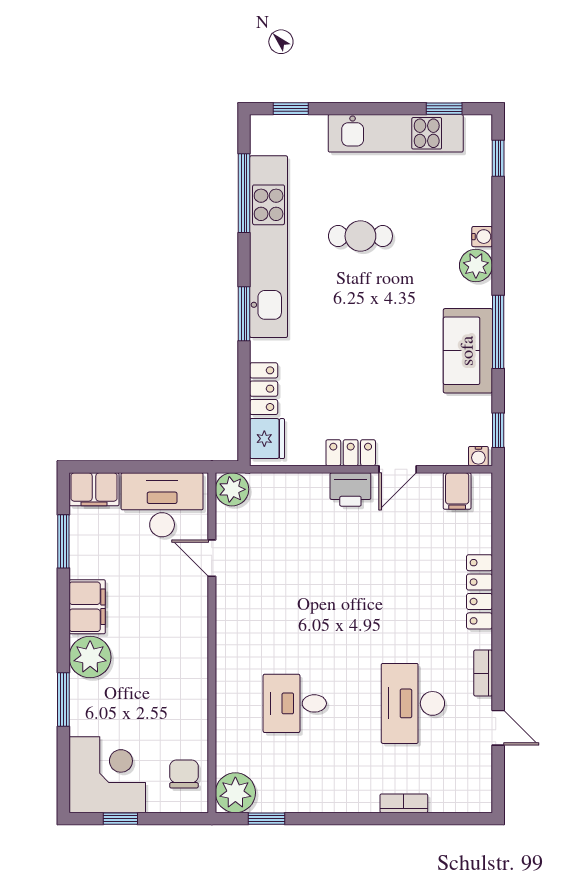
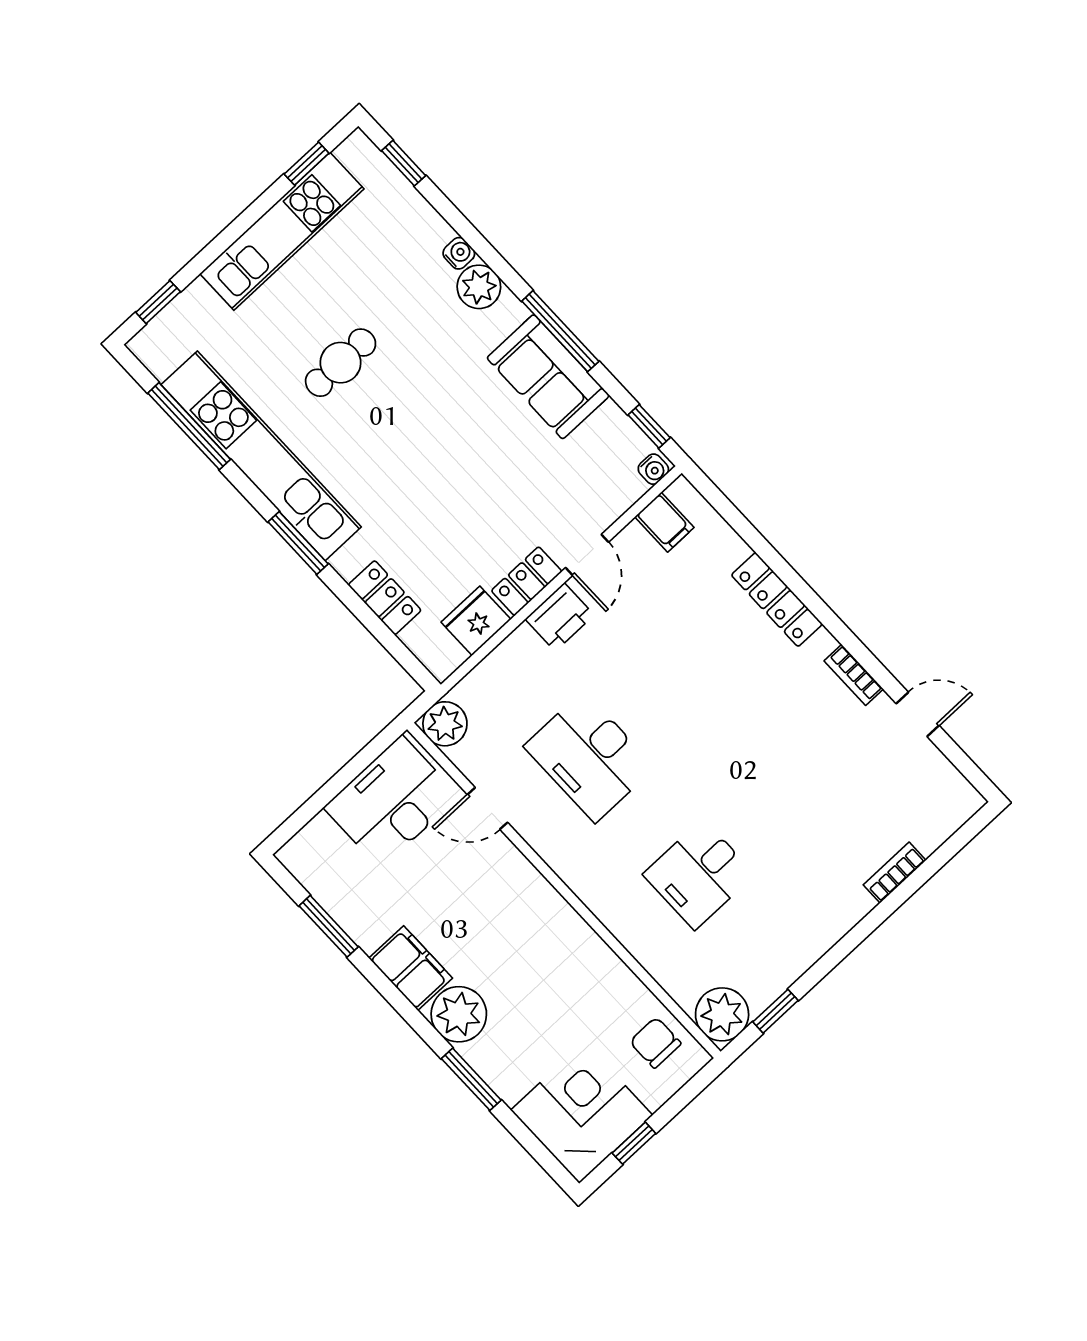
fridge: (267, 439) -> (476, 621), moved, turned -90
filing cabinet: (94, 489) -> (311, 848), removed
desk: (413, 703) -> (589, 757), moved

